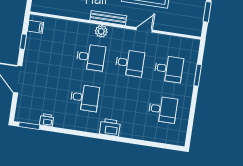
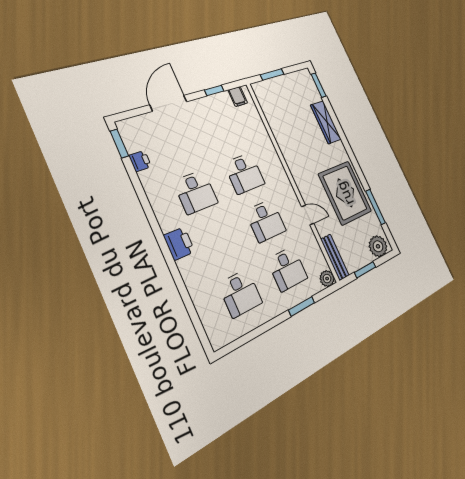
bench: (108, 18) -> (335, 257), moved
plant: (101, 31) -> (327, 279), moved

